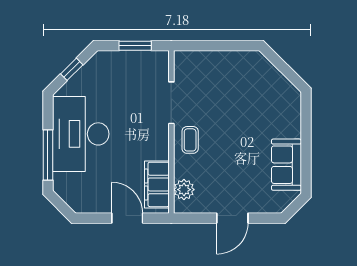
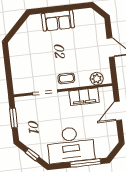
sofa: (286, 165) -> (58, 21), moved
filing cabinet: (157, 184) -> (84, 97), moved

